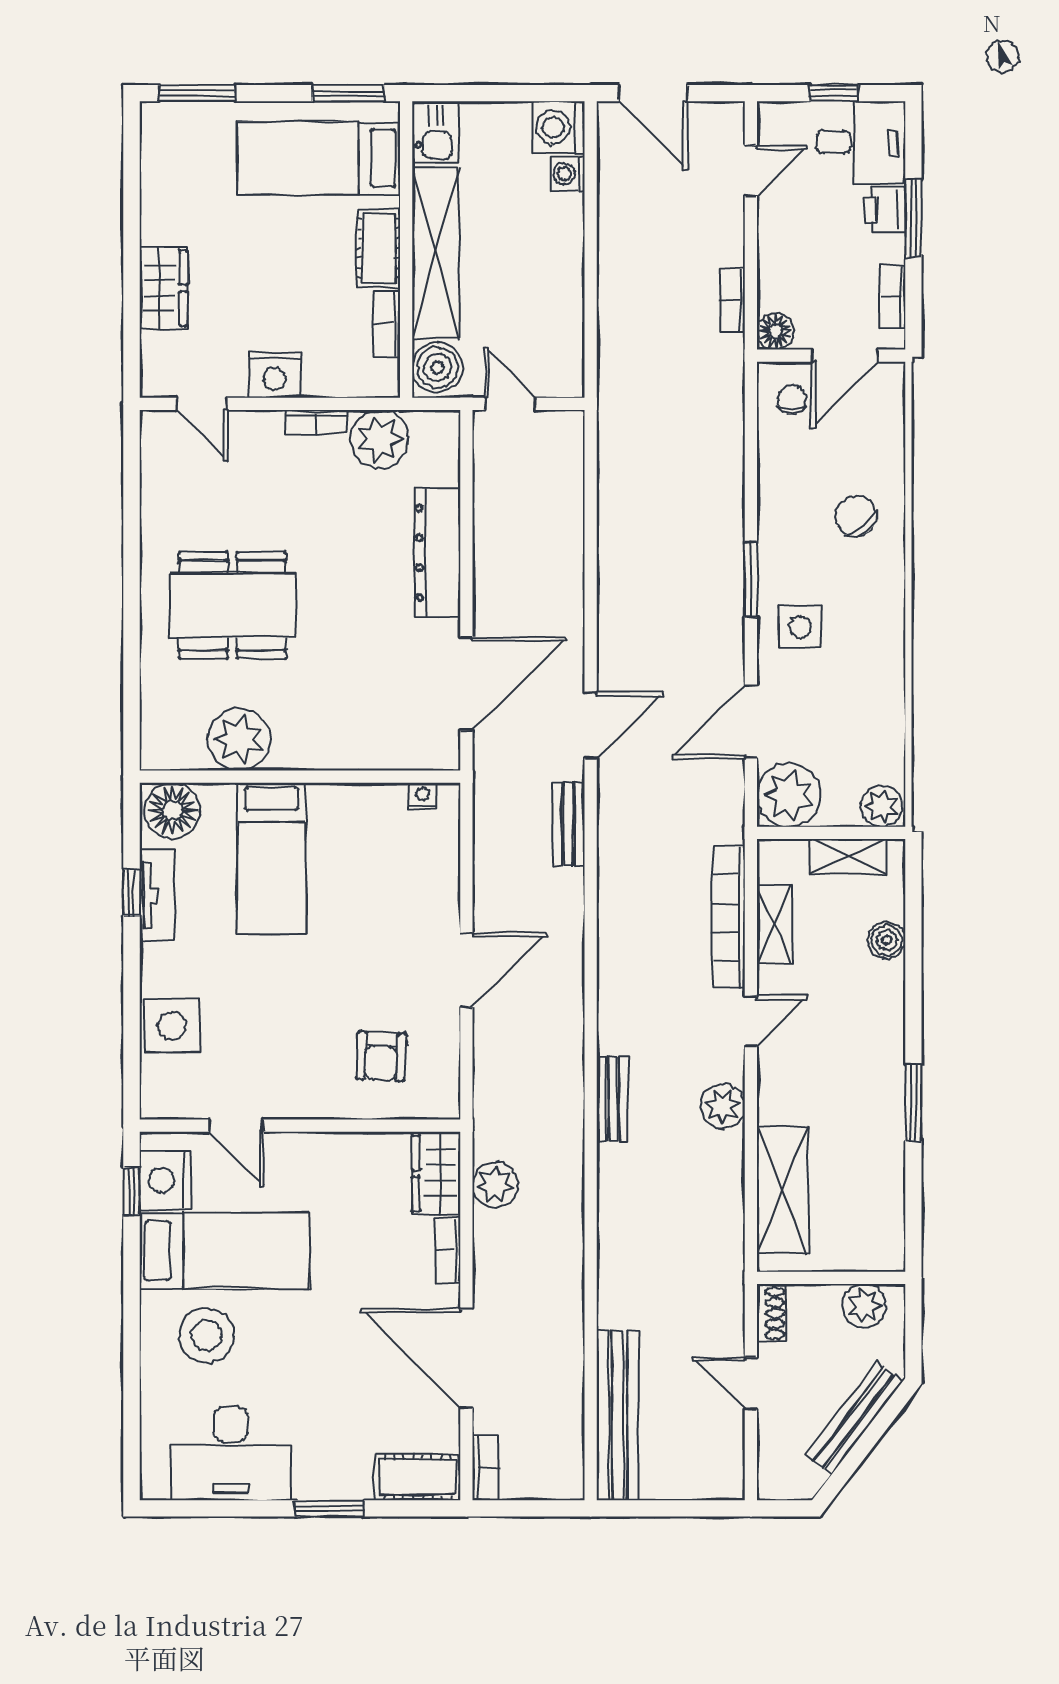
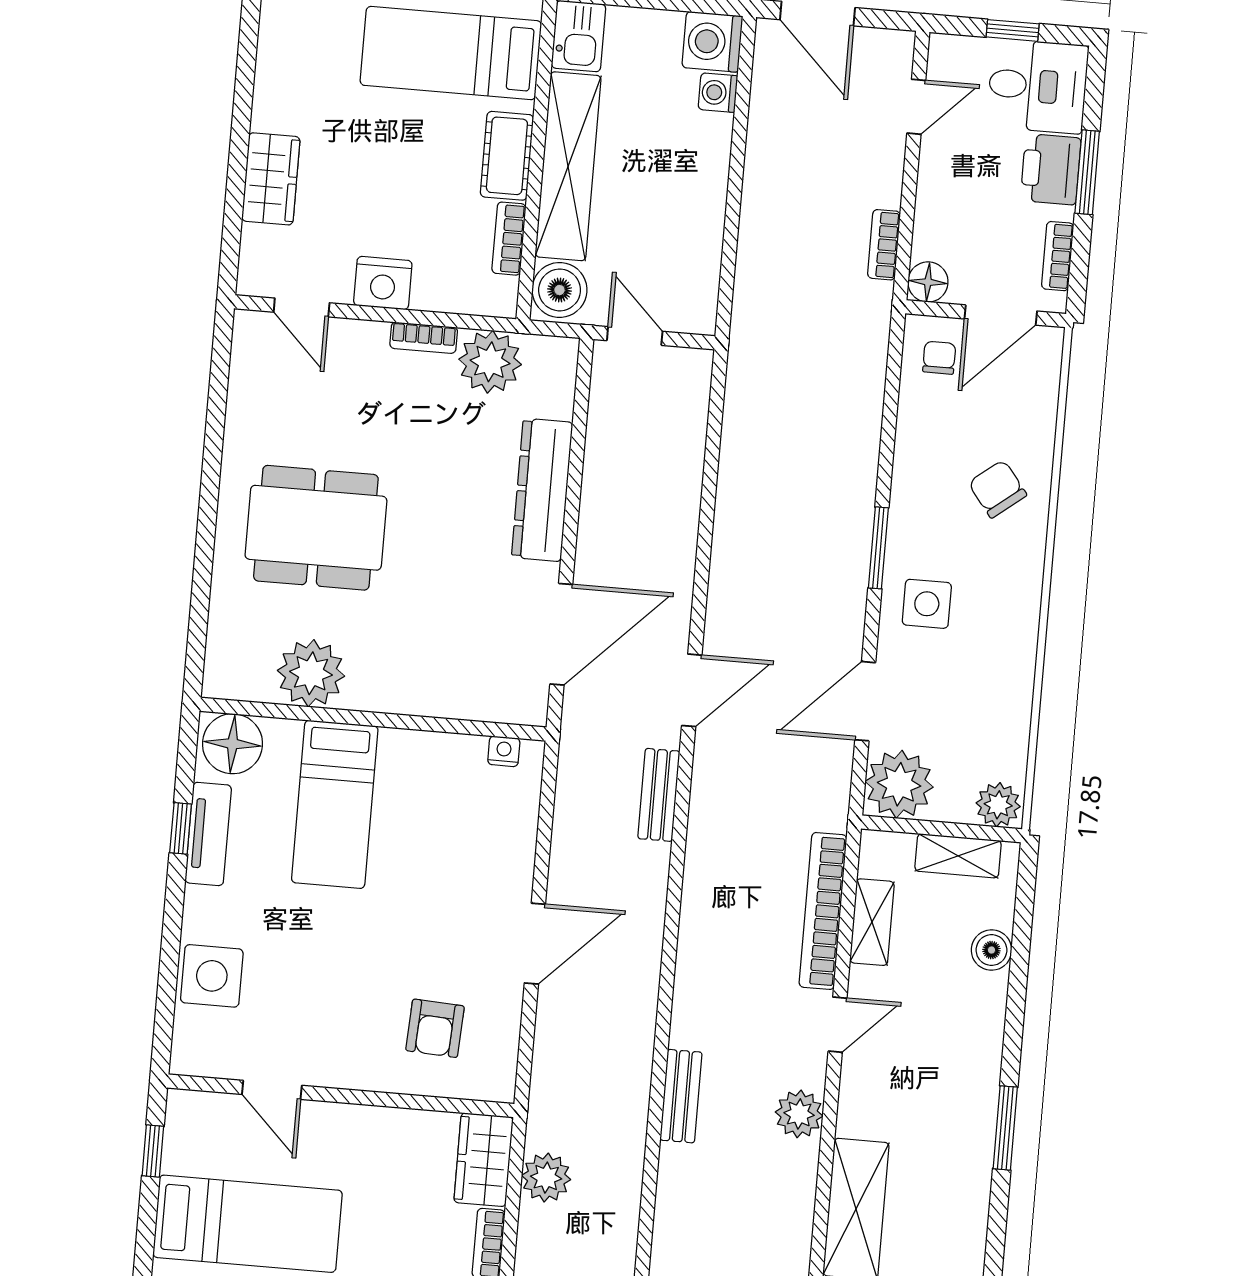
printer: (885, 210) -> (1051, 169), width x1.36, depth x1.24
nightstand: (166, 1180) -> (191, 1142), removed

